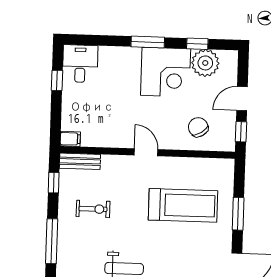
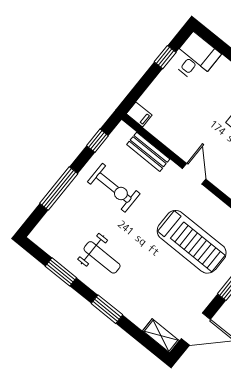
bench: (80, 161) -> (148, 152), moved
exercise bike: (93, 209) -> (114, 188), width x1.38, depth x1.39

